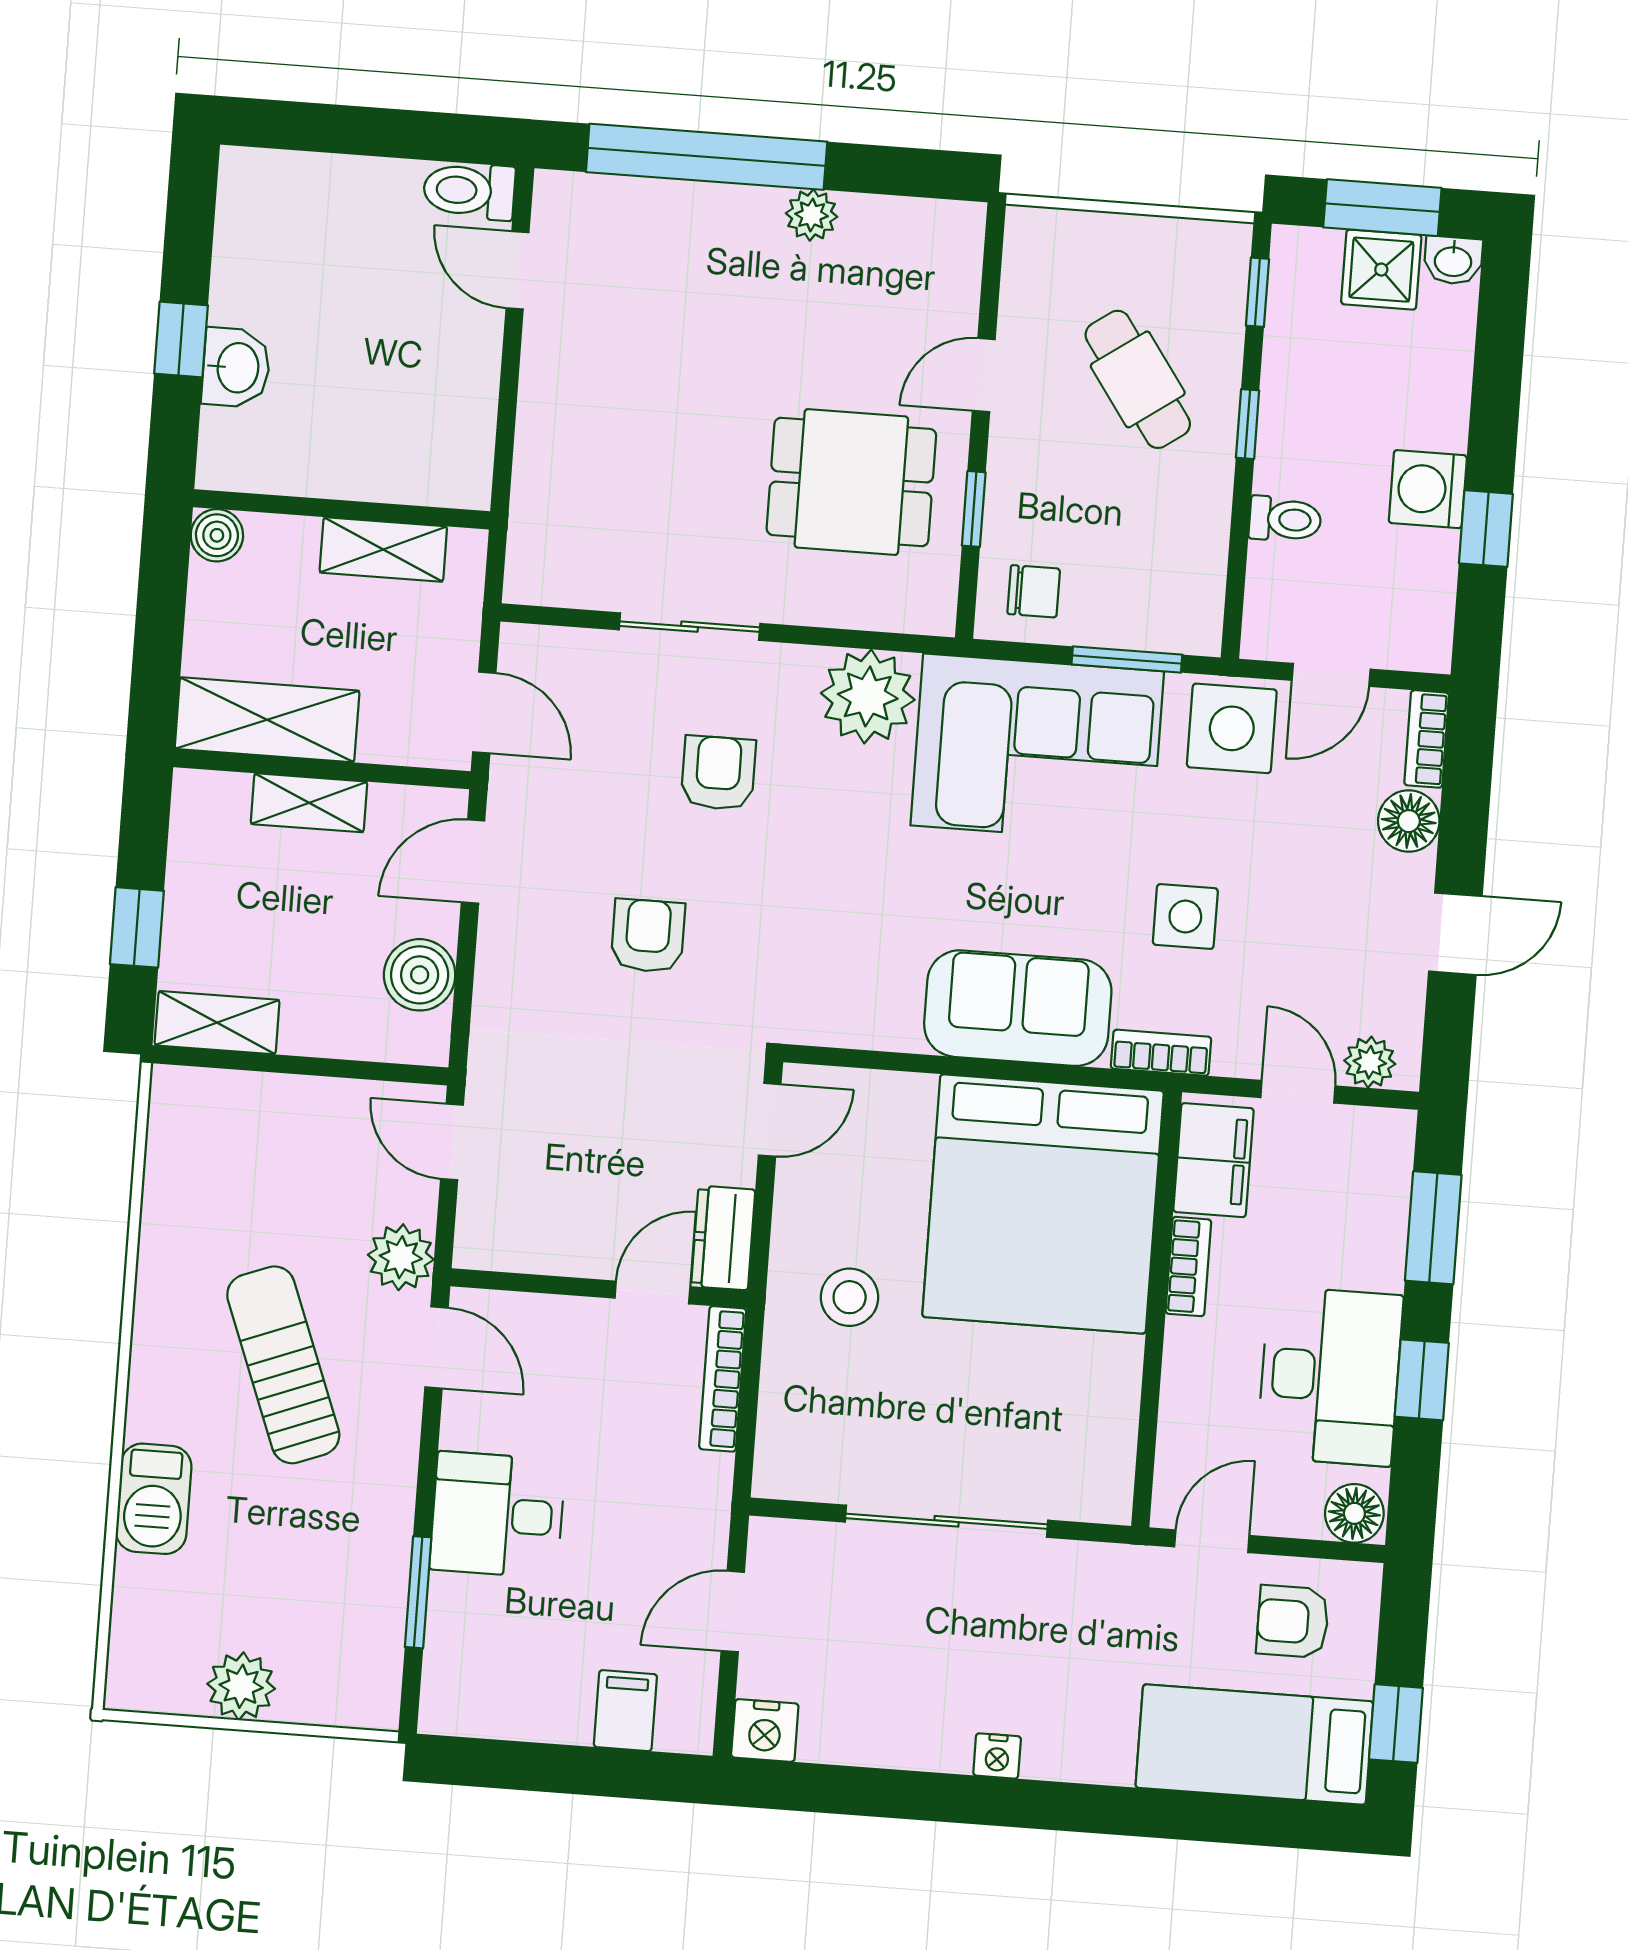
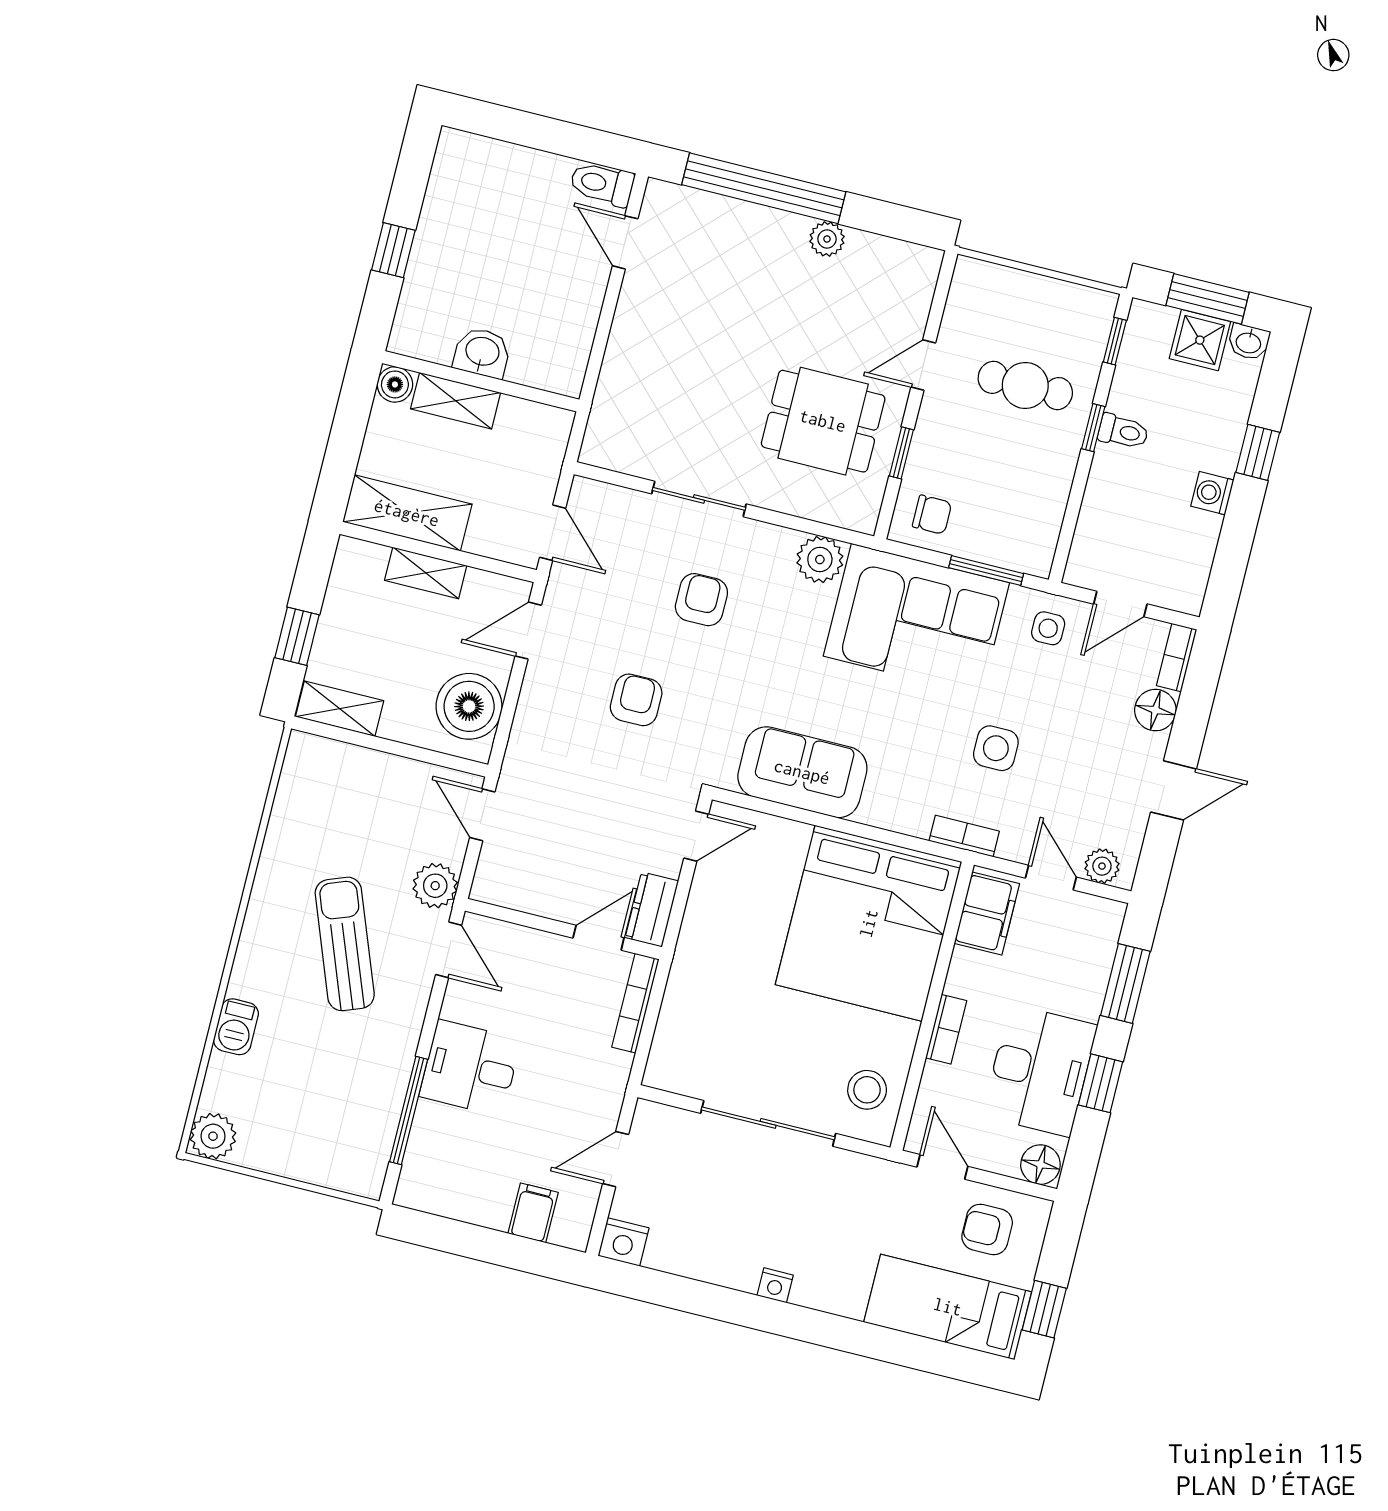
washbasin: (236, 368) -> (482, 353), moved, turned -90
cafe table: (1138, 379) -> (1025, 385), turned -55
washing machine: (1428, 489) -> (1212, 493), width x0.73, depth x0.73
toilet: (1285, 519) -> (1123, 432), moved
window: (1486, 529) -> (1258, 452), moved
shelving: (383, 549) -> (456, 401), moved
plant: (868, 696) -> (820, 559), width x0.73, depth x0.73
side table: (1232, 728) -> (1048, 628), width x0.54, depth x0.54
boiler: (420, 975) -> (469, 706), width x1.37, depth x1.37
sofa: (1018, 1008) -> (802, 772), moved
bookcase: (1188, 1267) -> (946, 1029), moved
stool: (850, 1297) -> (867, 1090), moved
barbecue: (154, 1499) -> (236, 1027), width x0.73, depth x0.79
door: (1212, 1541) -> (942, 1167), hinge flipped
window: (418, 1592) -> (409, 1110), width x1.44
plant: (241, 1686) -> (213, 1136), moved

